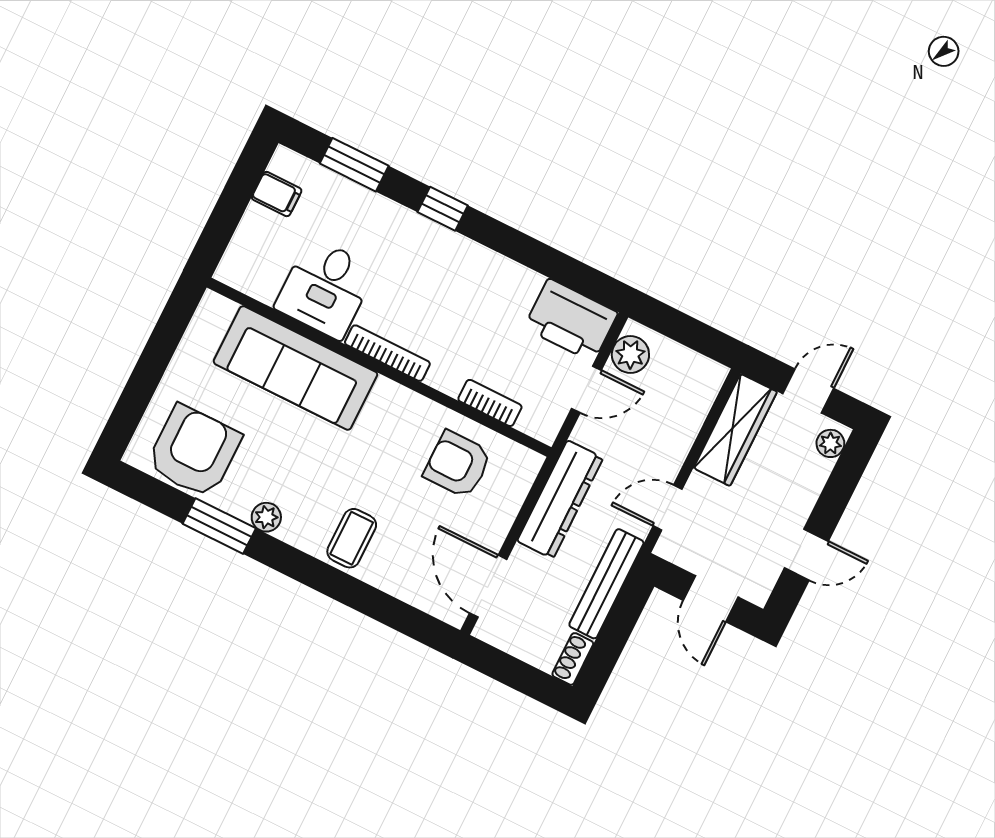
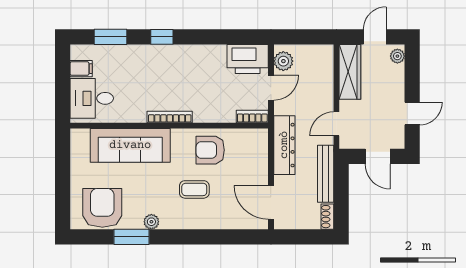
desk: (325, 288) -> (92, 98), moved, turned 90
bookcase: (490, 403) -> (252, 116), moved
armchair: (458, 464) -> (210, 150), moved
coffee table: (352, 538) -> (194, 189), moved, turned 90

